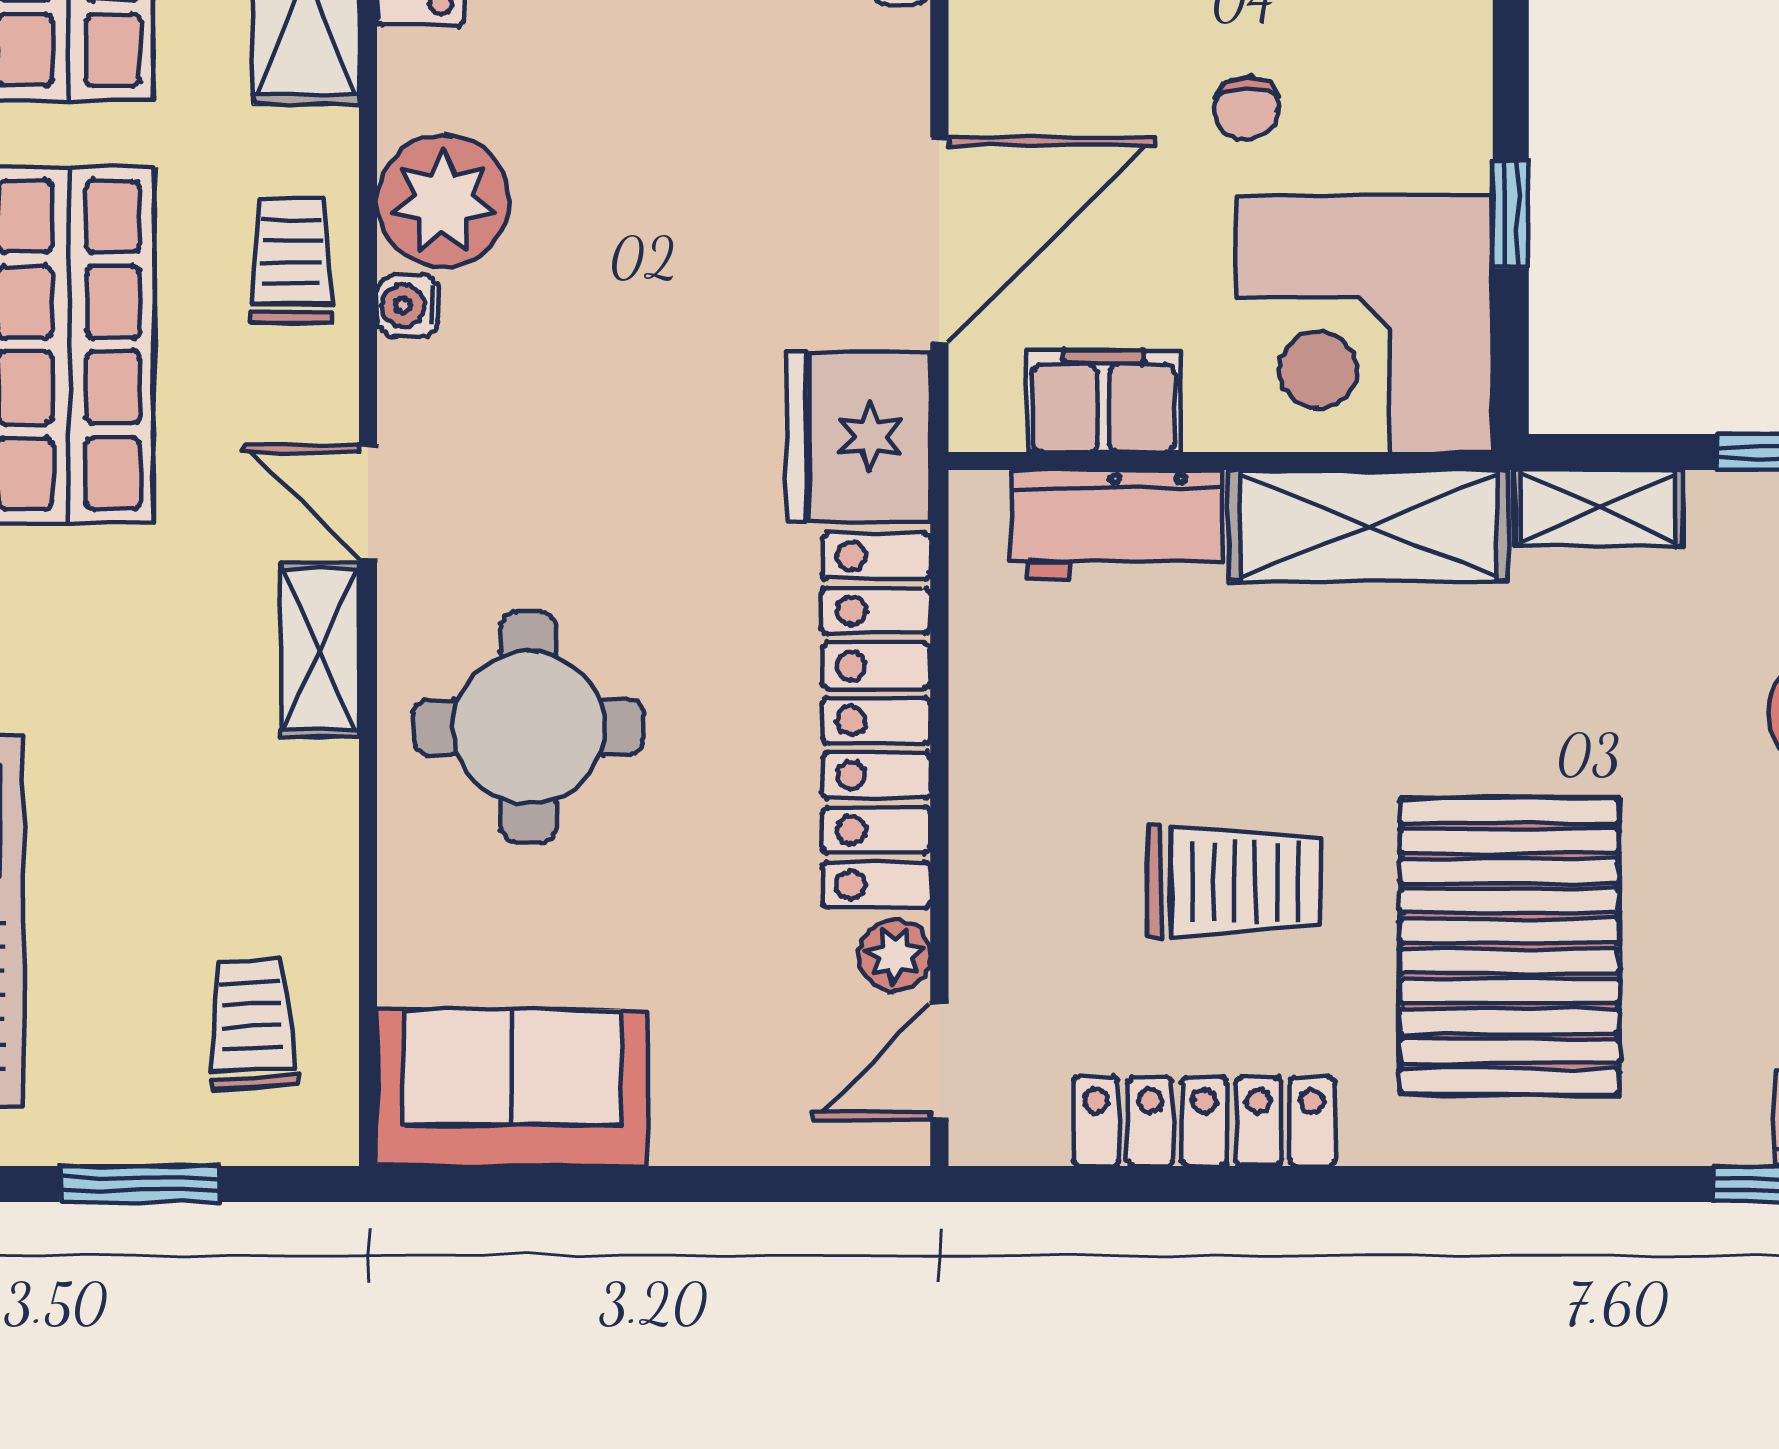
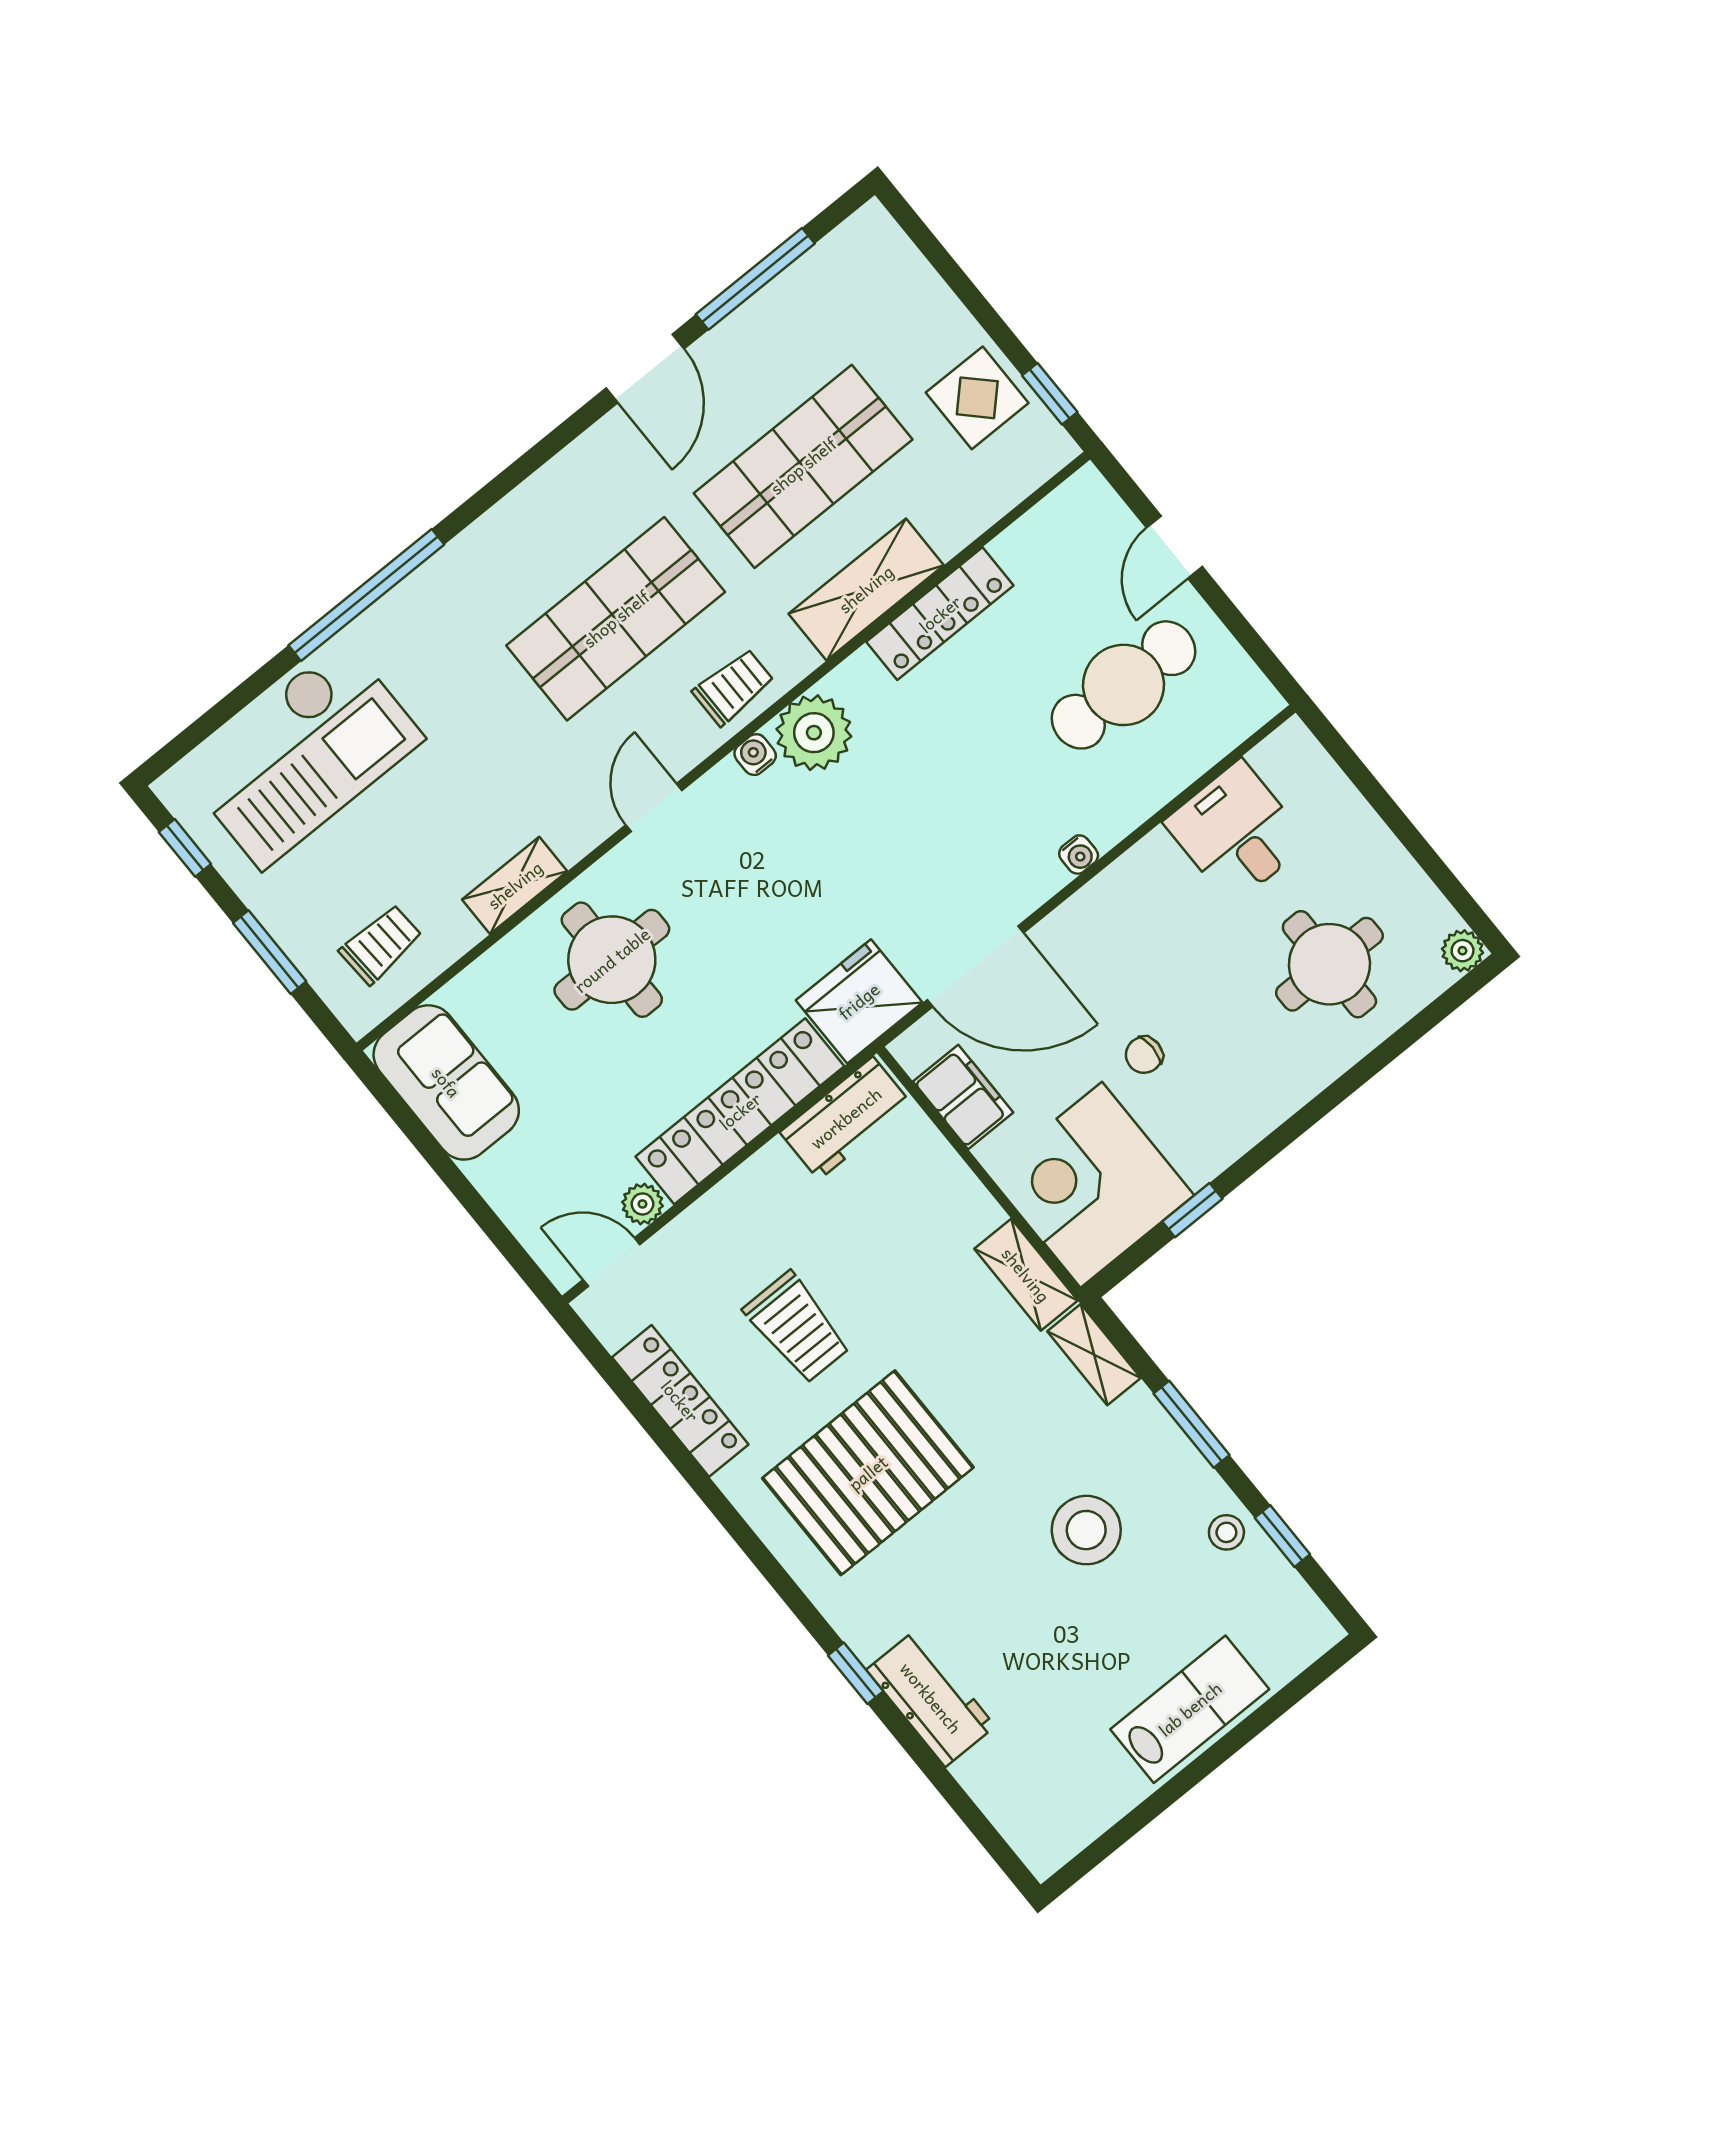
workbench: (1116, 525) -> (846, 1118), moved, turned -90
shelving: (1368, 526) -> (1026, 1275), width x0.67, depth x0.75
shelving: (320, 649) -> (515, 885), moved

